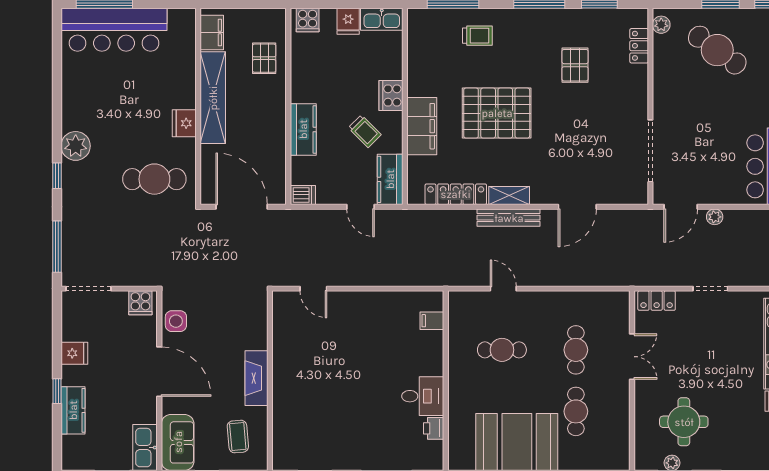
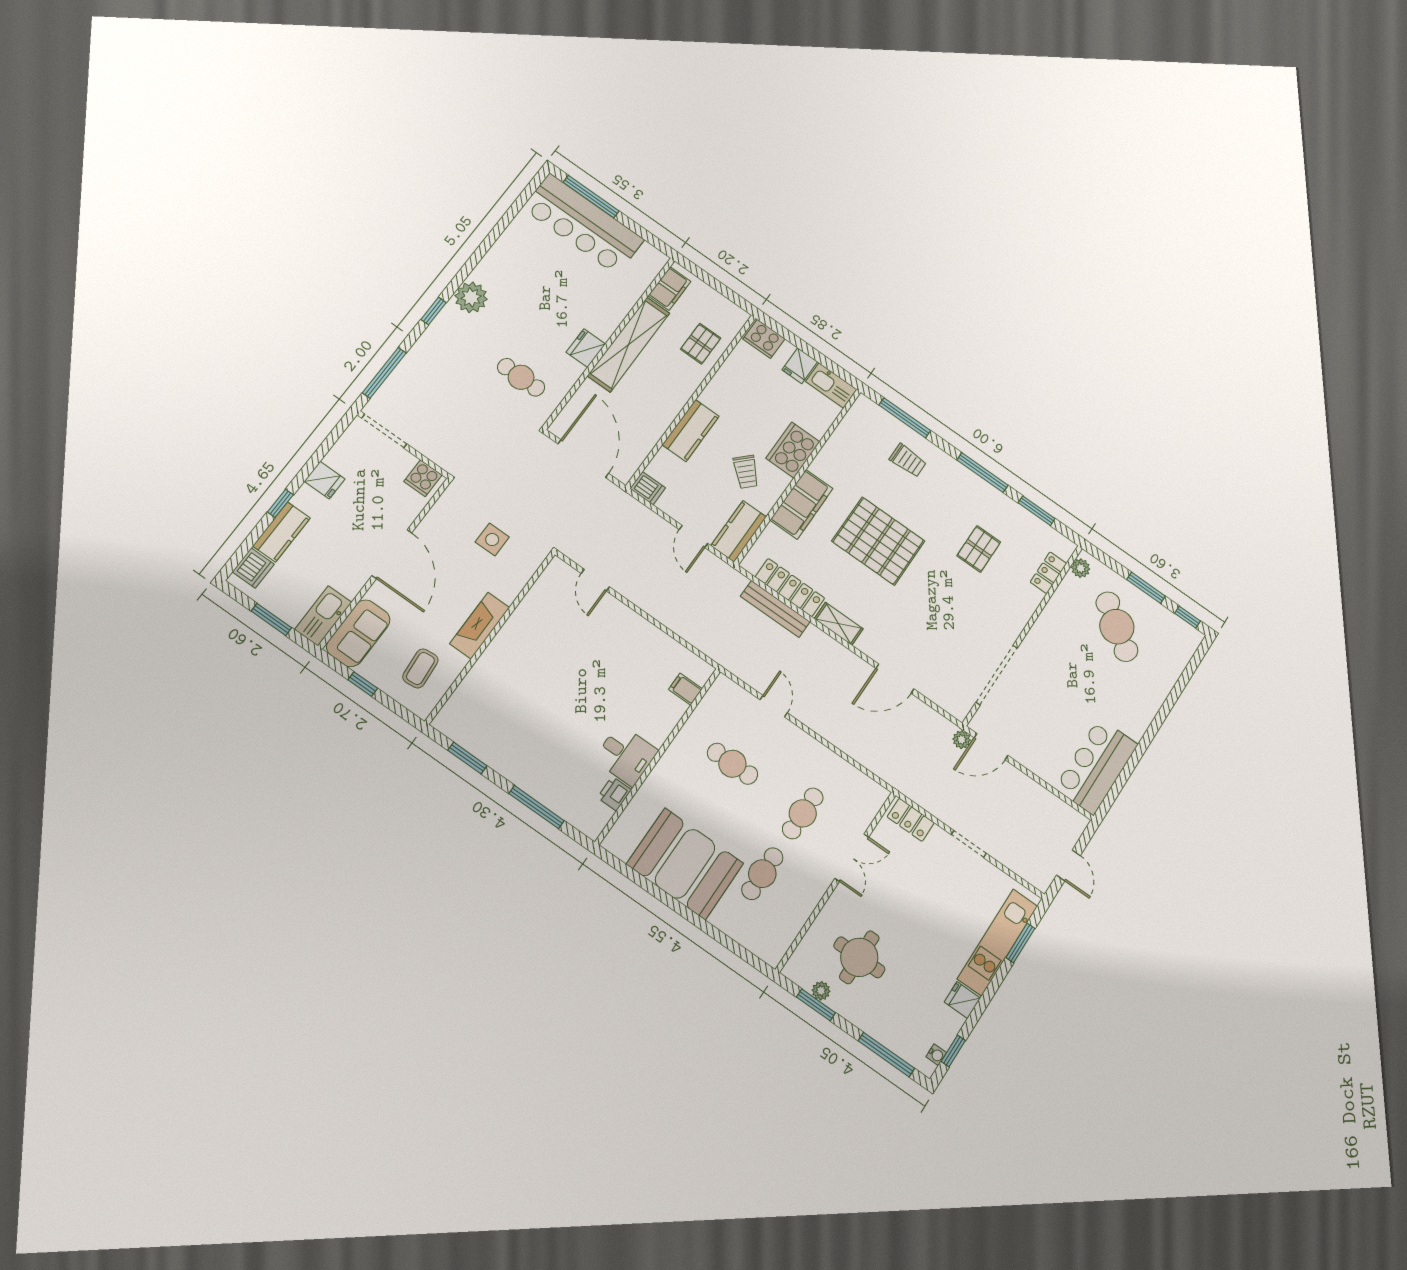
cooker: (308, 20) -> (764, 339), width x1.36
cooker: (391, 95) -> (793, 450), width x1.37, depth x1.31
cafe table: (154, 179) -> (521, 377), width x0.73, depth x0.74
plant: (715, 217) -> (962, 740), moved
bench: (509, 218) -> (775, 609), moved
side table: (176, 321) -> (492, 540), moved
dishwasher: (73, 449) -> (253, 568), added

